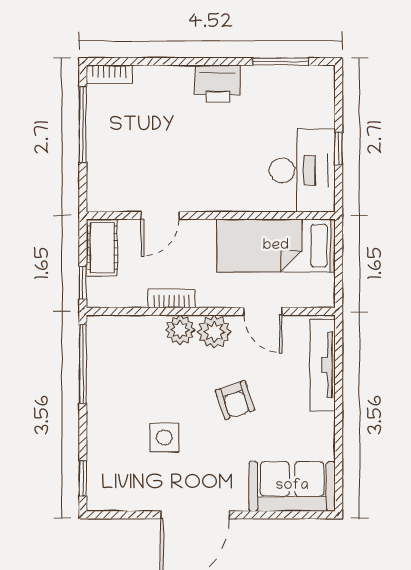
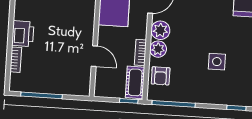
bookcase: (109, 74) -> (16, 60), moved
printer: (218, 84) -> (23, 34), moved
cot: (102, 248) -> (135, 82), moved, turned 90
armchair: (235, 400) -> (161, 76), moved, turned 108

